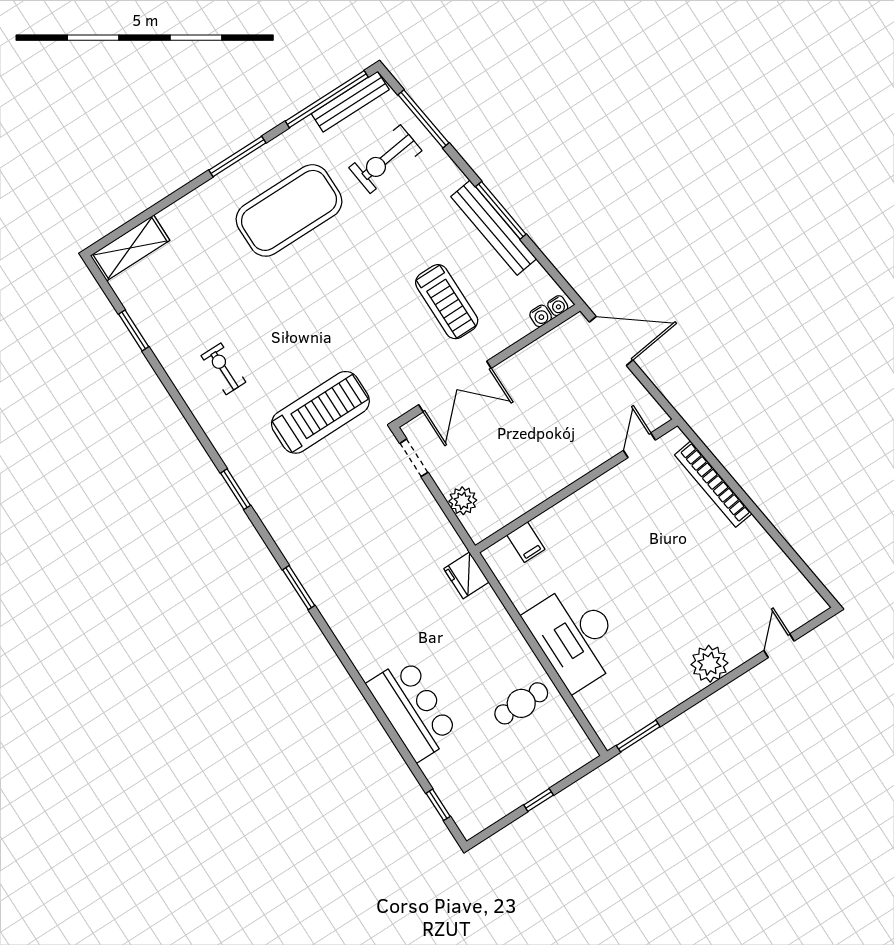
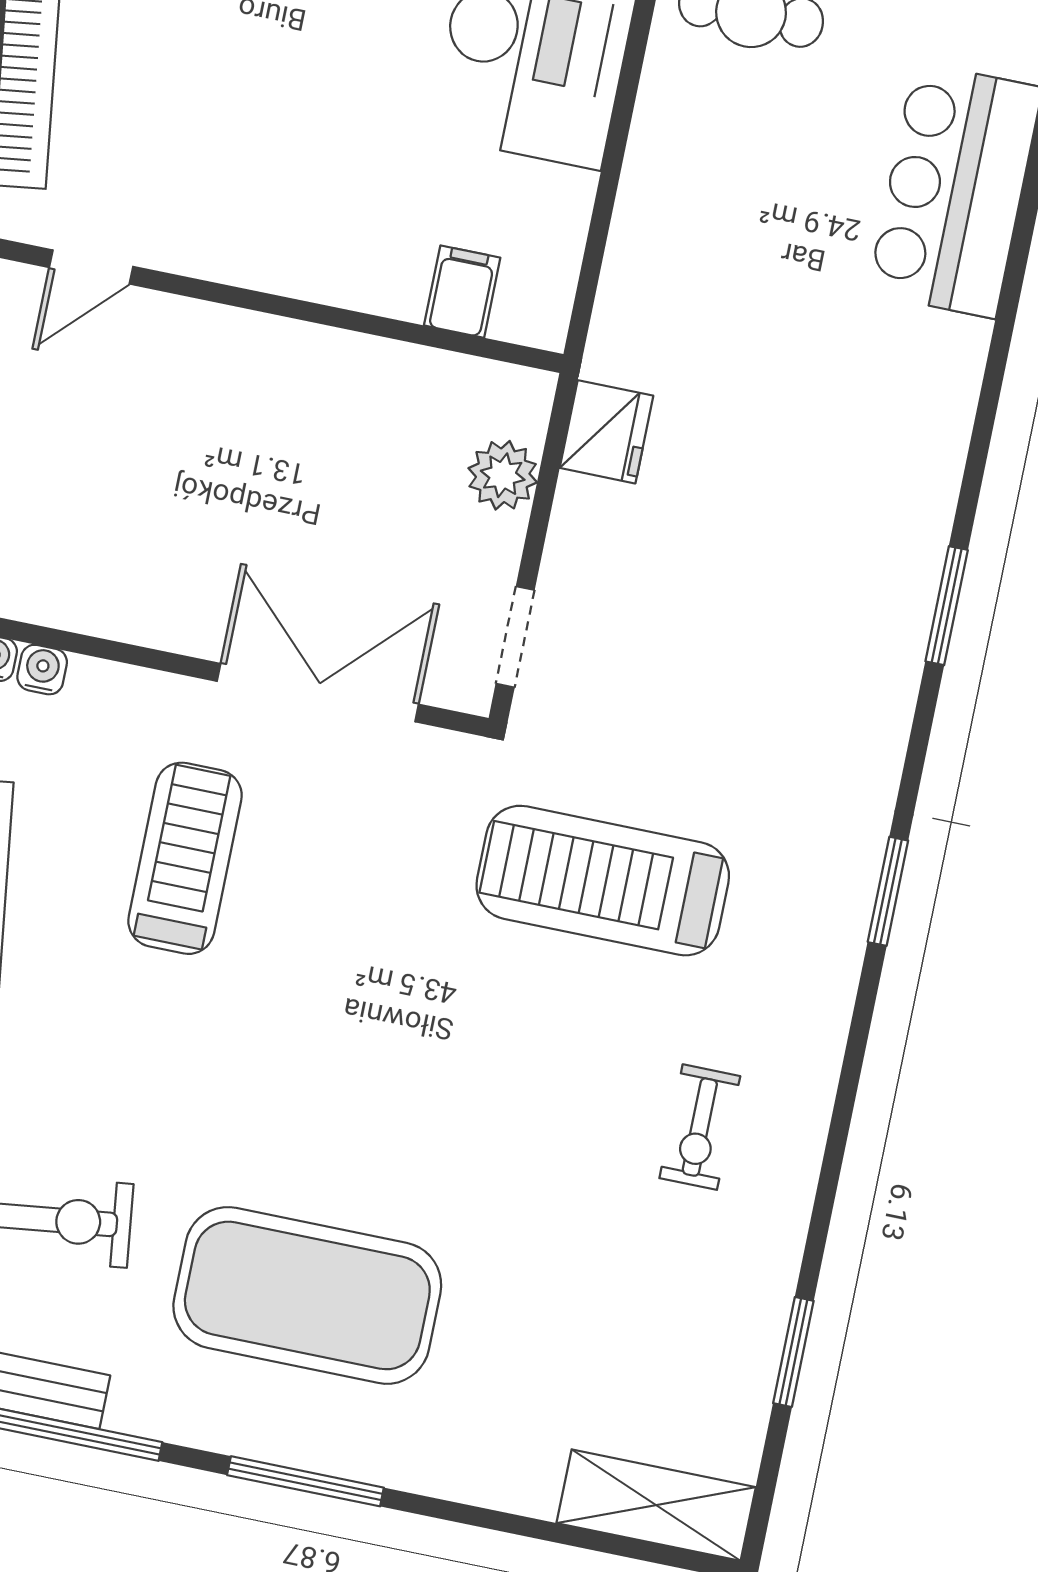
fridge: (466, 575) -> (606, 432), moved

